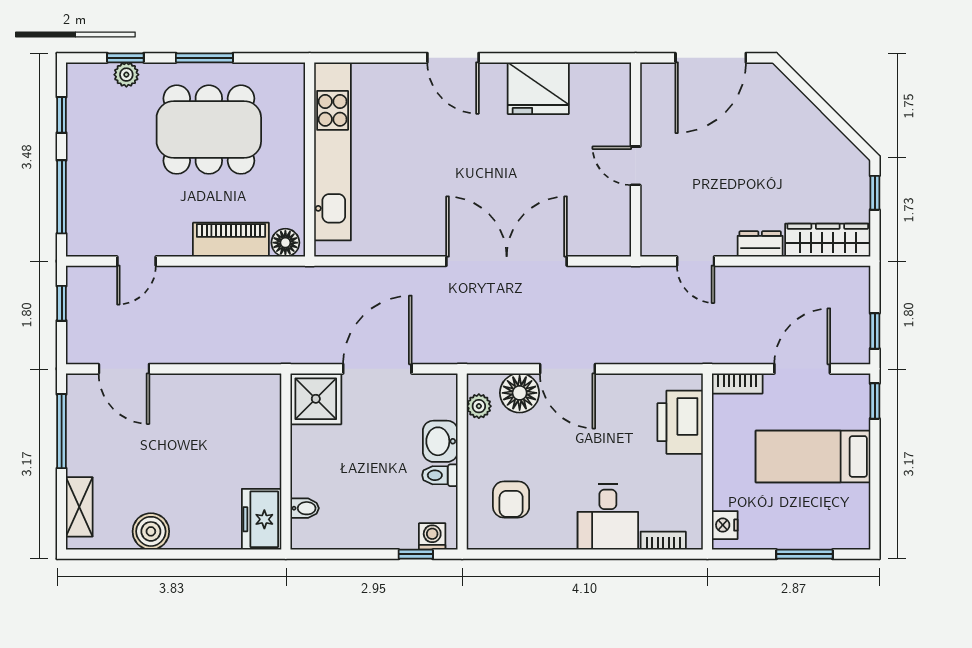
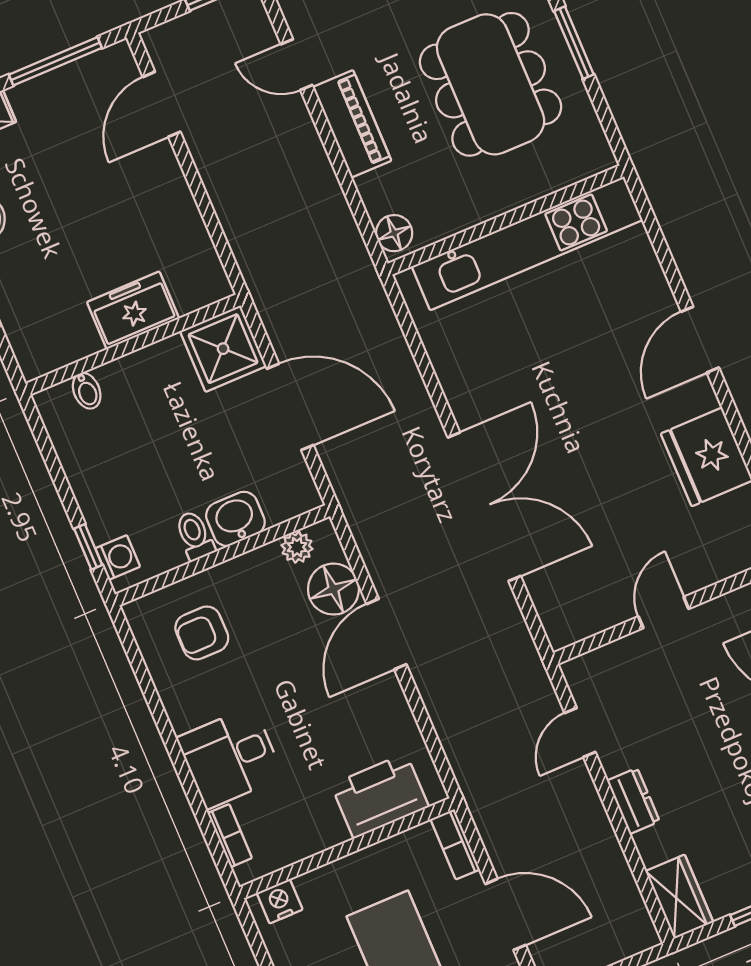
piano: (231, 240) -> (352, 124), moved
wardrobe: (828, 240) -> (679, 897), width x0.67
freezer: (262, 519) -> (133, 310), moved

